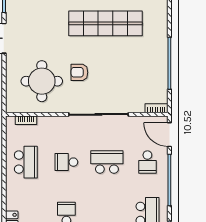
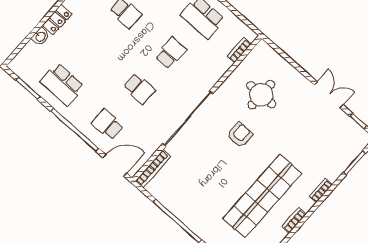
round table: (42, 81) -> (261, 95), width x0.73, depth x0.73
bookcase: (156, 108) -> (153, 169), width x1.56
school desk: (107, 162) -> (139, 89), width x0.54

